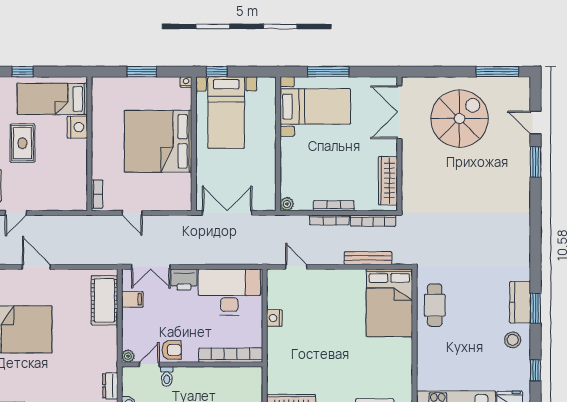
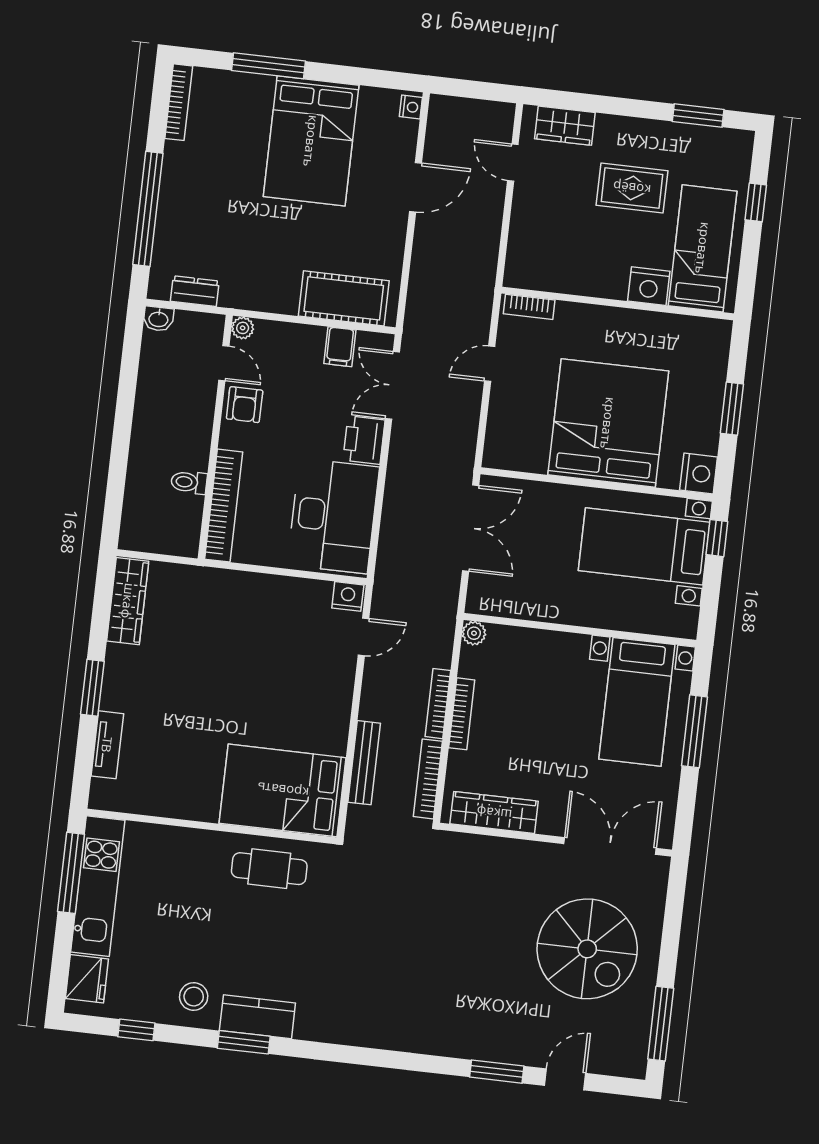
nightstand: (186, 82) -> (699, 474), width x1.89, depth x1.79
nightstand: (274, 318) -> (348, 596), moved
toilet: (167, 377) -> (189, 482), moved

